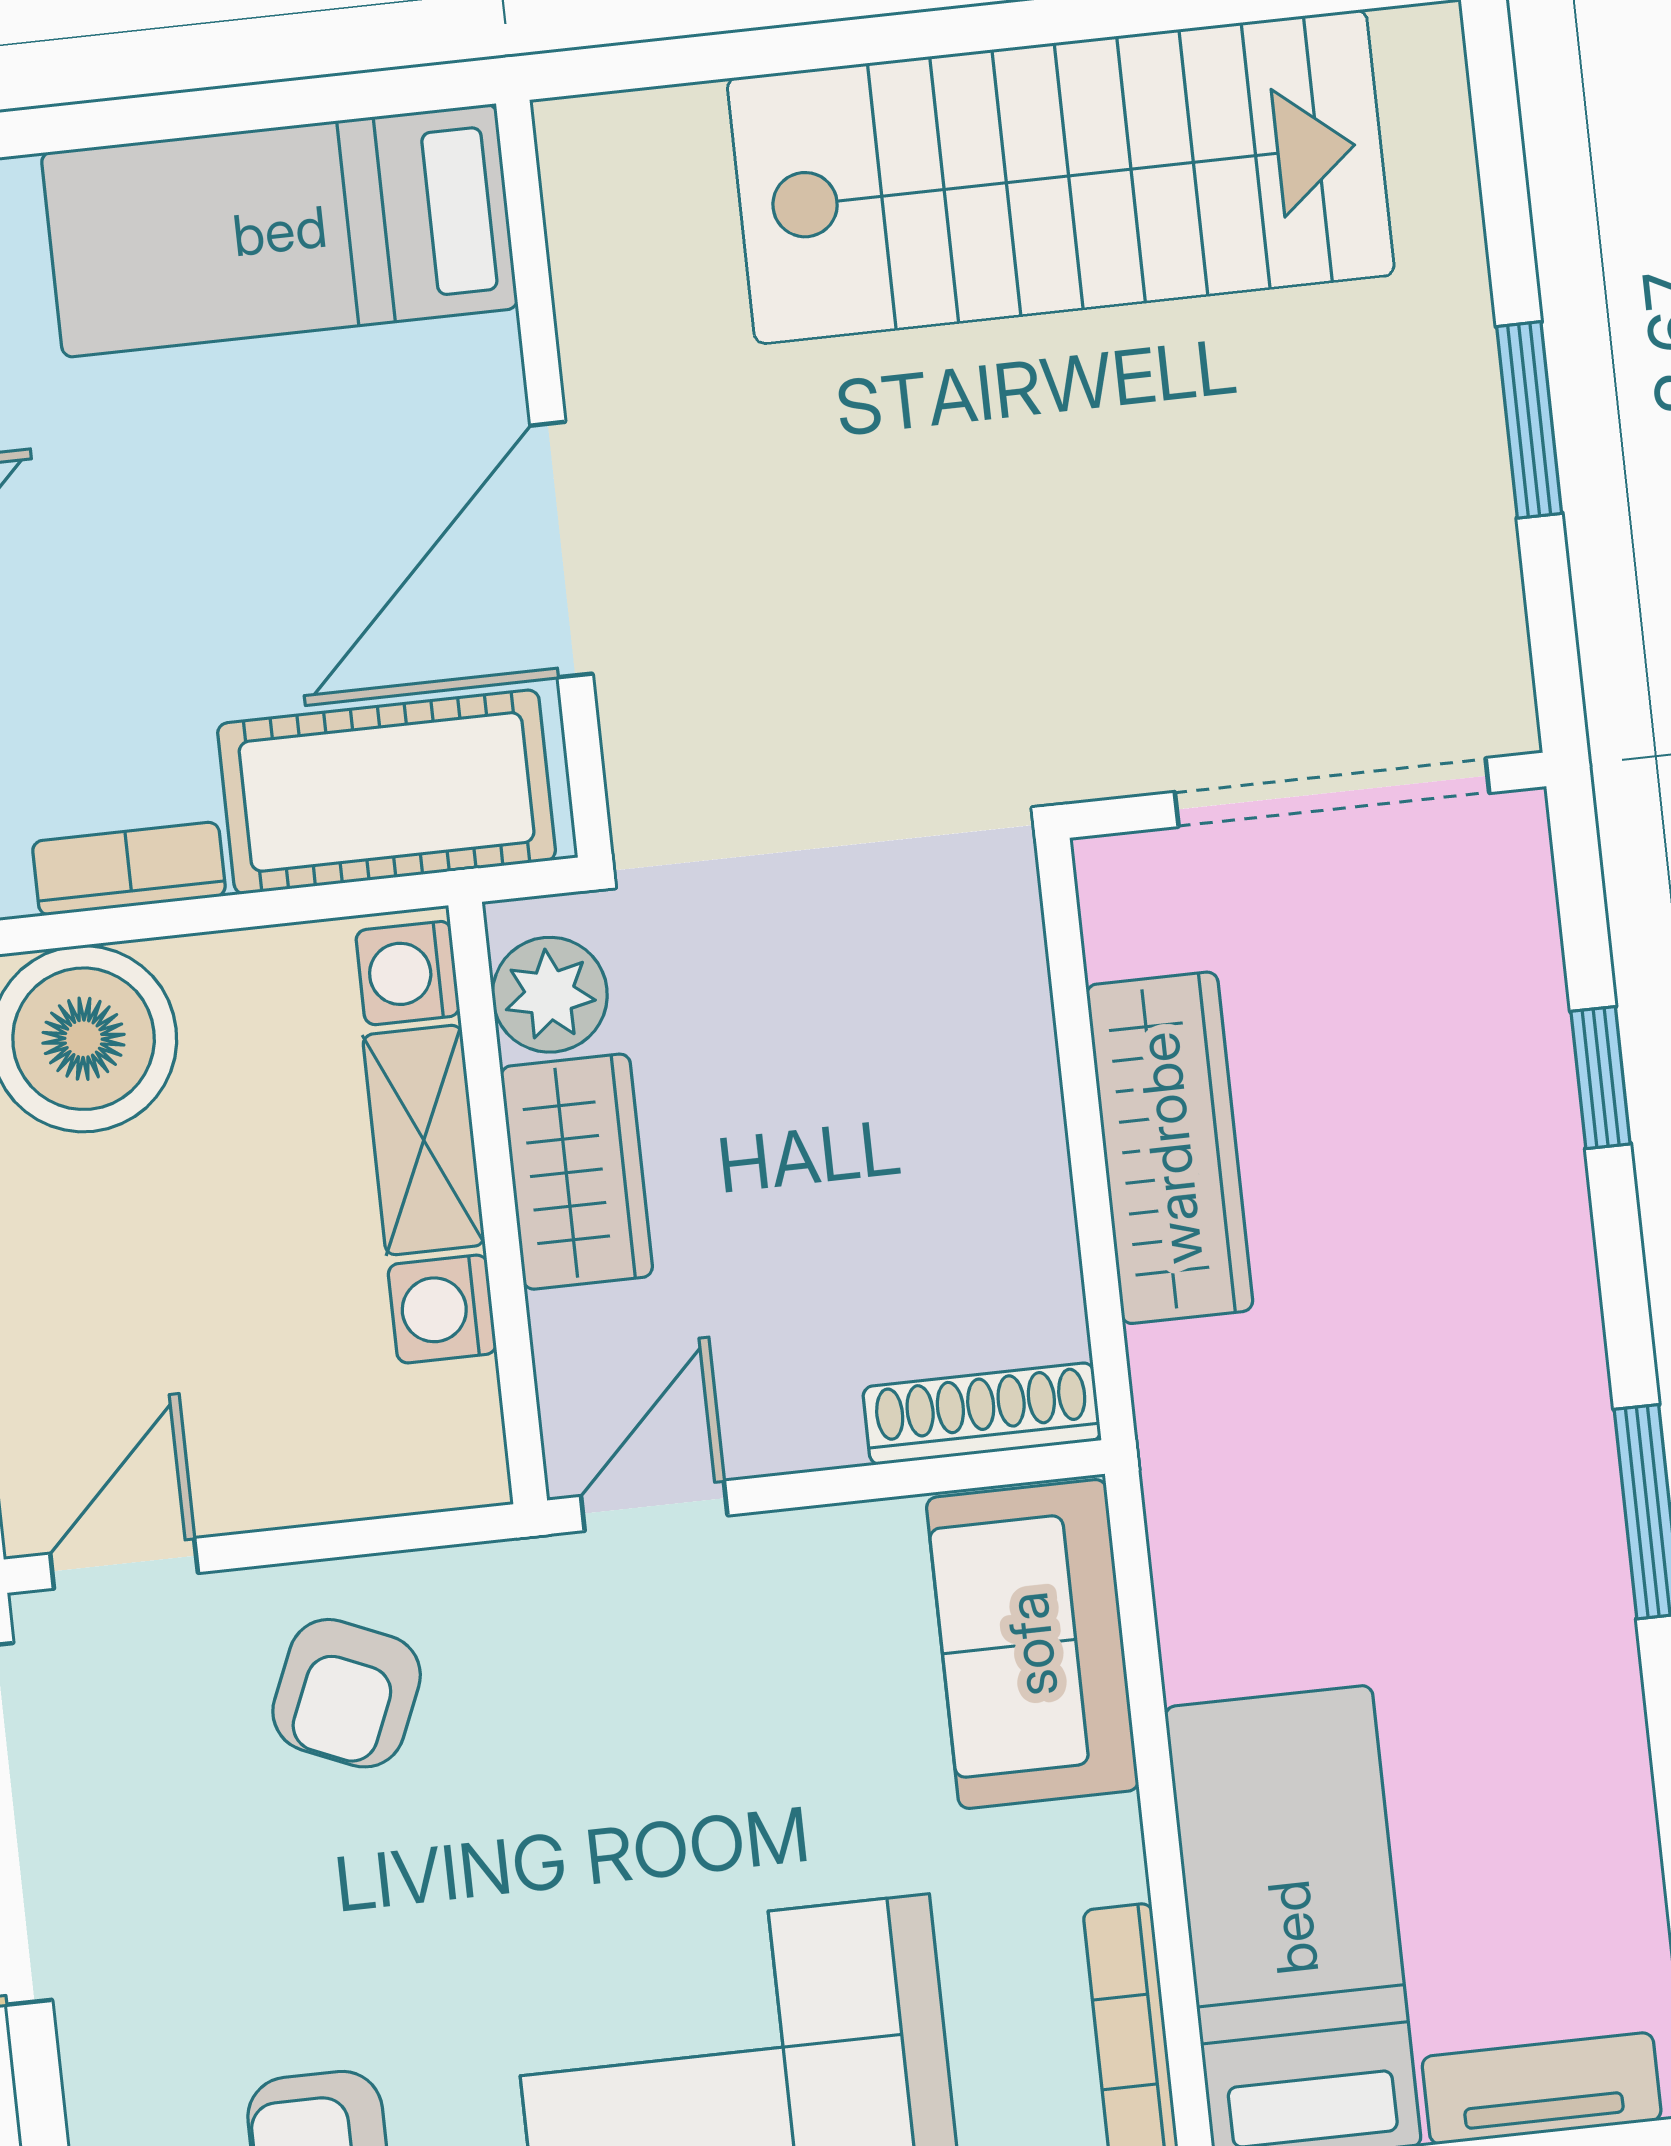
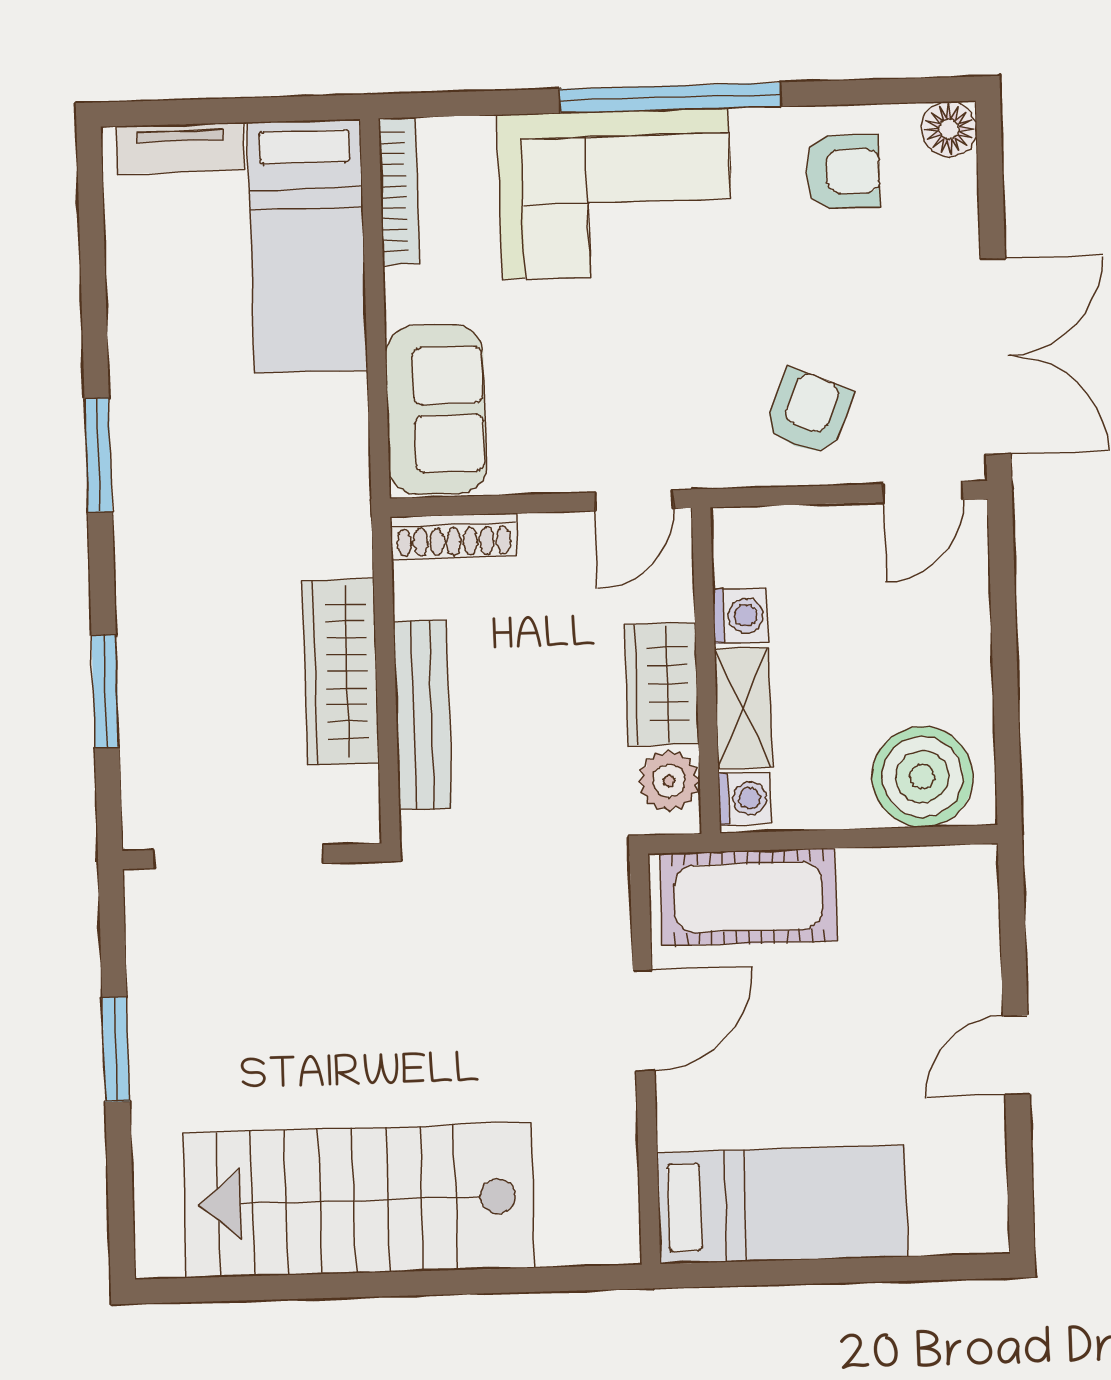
door: (561, 550) -> (644, 1020), width x0.73
bookcase: (129, 869) -> (891, 867), removed
window: (1601, 1078) -> (105, 691), width x1.50
bench: (1013, 1081) -> (423, 715), added

